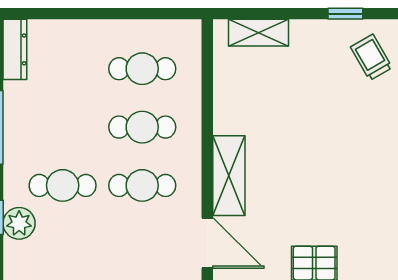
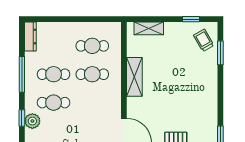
shelving: (229, 176) -> (134, 77), moved
cafe table: (142, 185) -> (54, 74), moved

